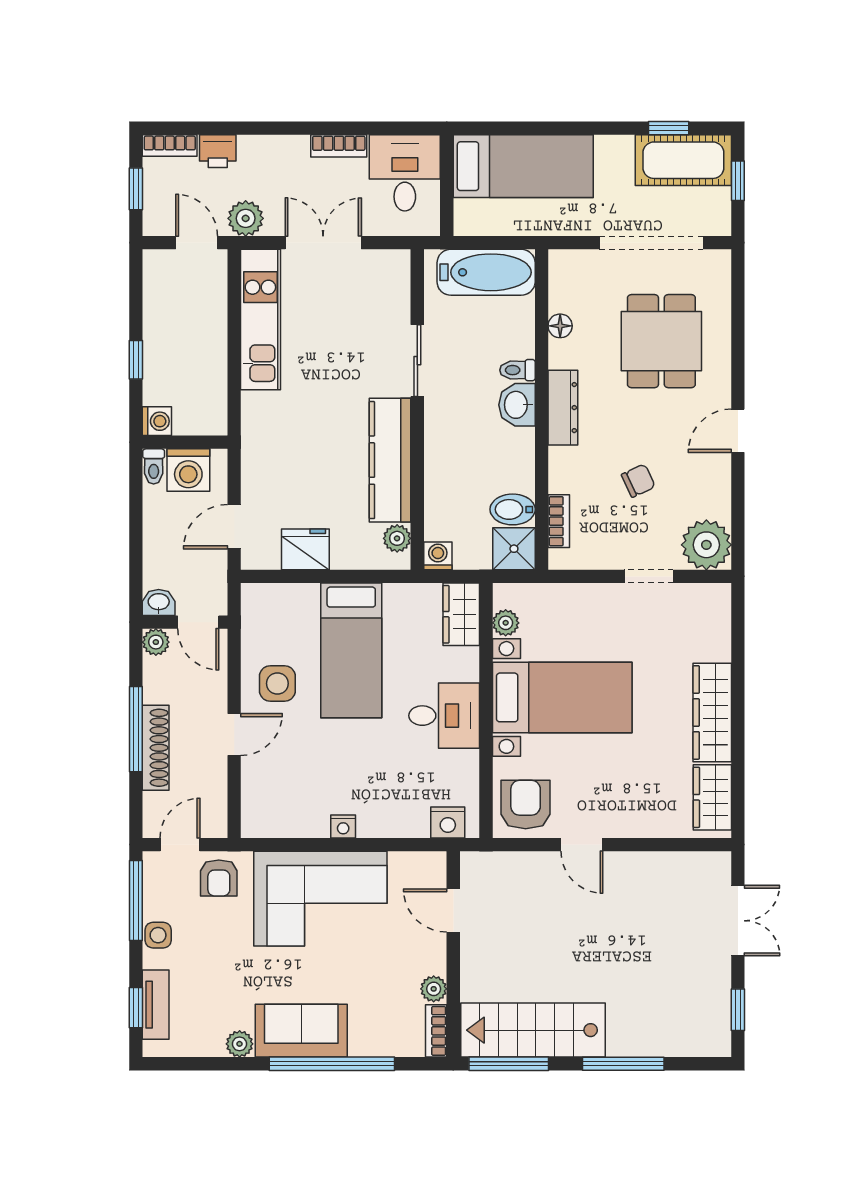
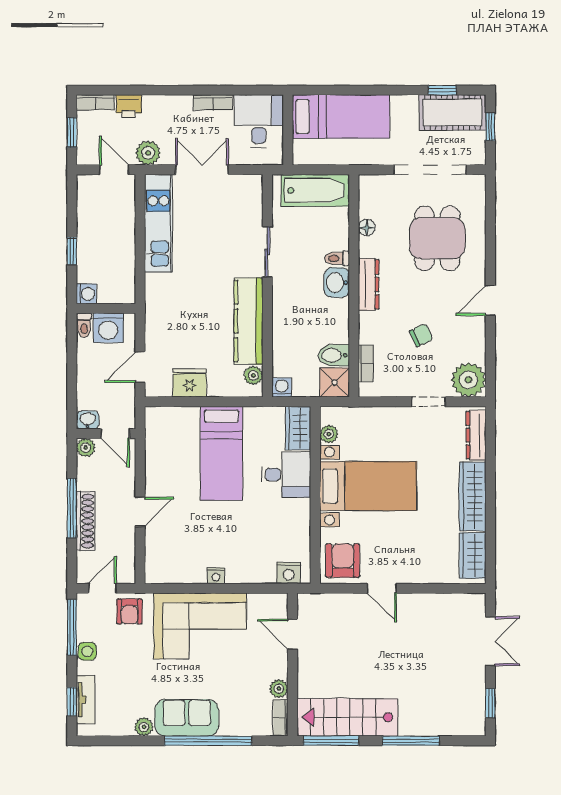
dresser: (717, 624) -> (476, 435), added
side table: (277, 683) -> (170, 476), removed
desk: (444, 716) -> (286, 475), moved

